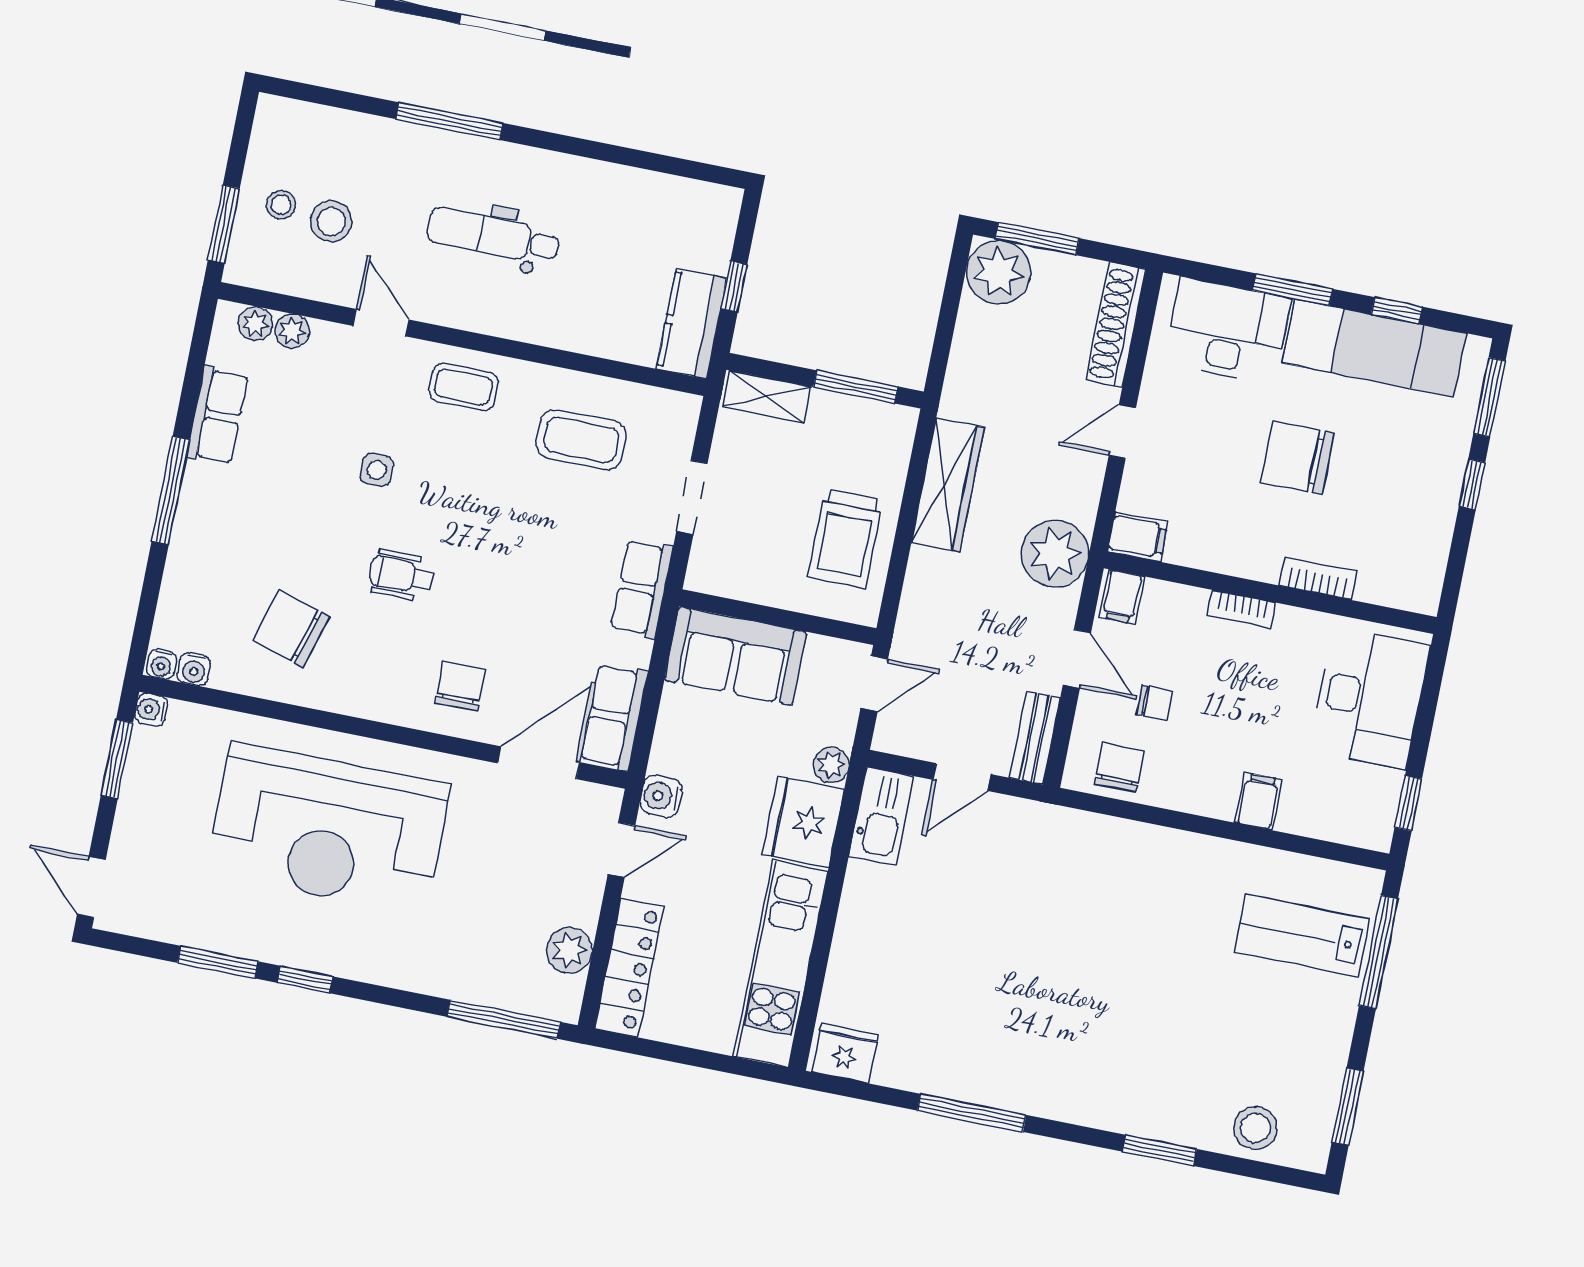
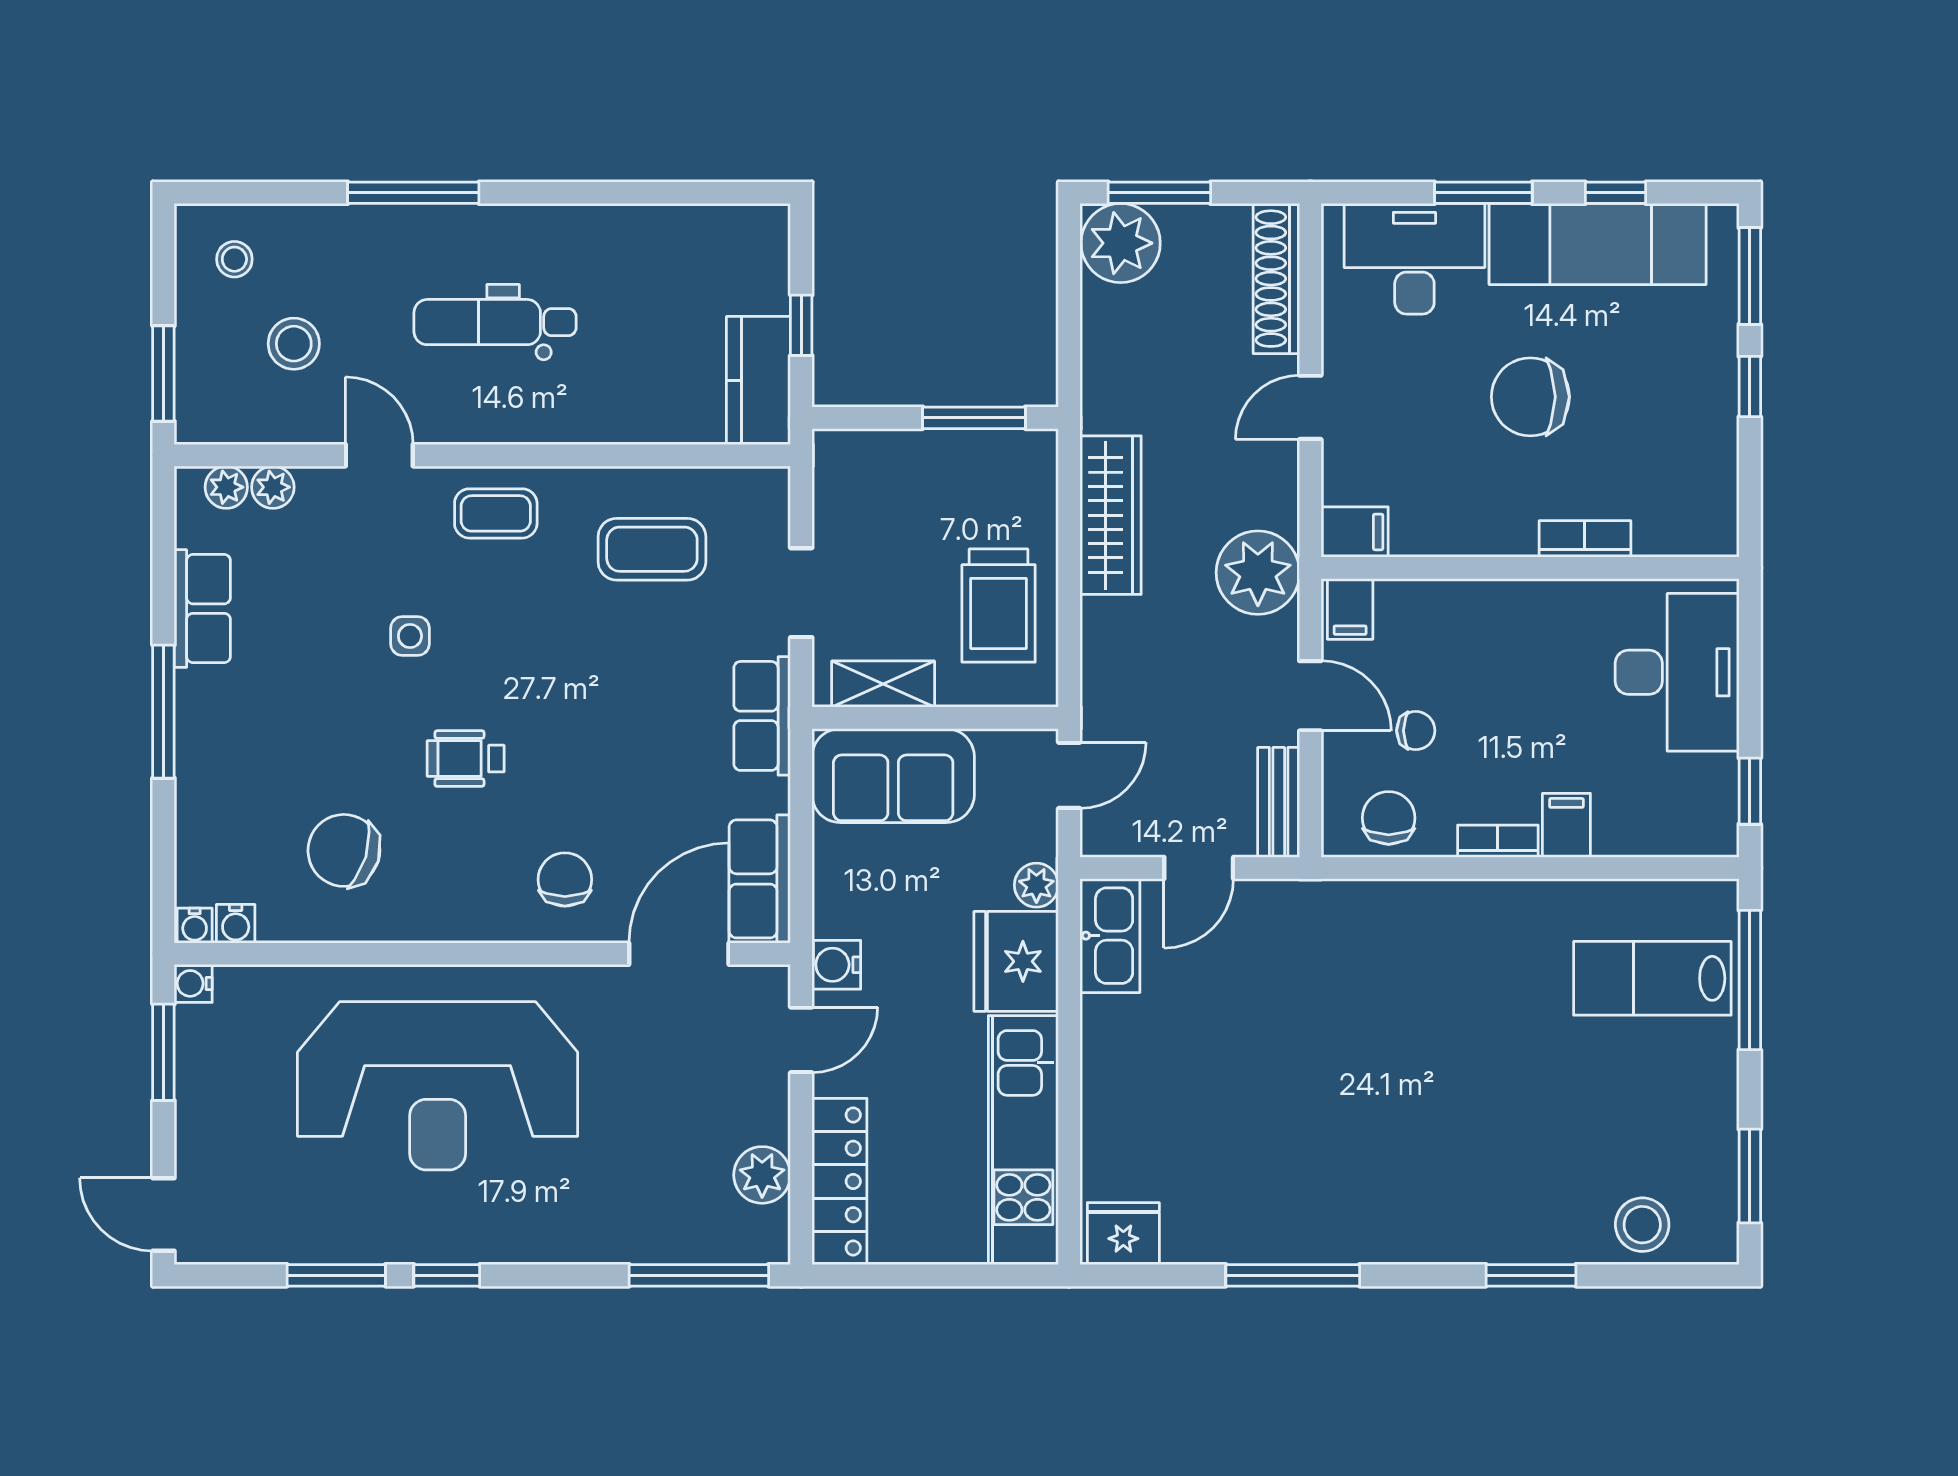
stool: (281, 205) -> (234, 259), moved
shelving: (767, 397) -> (883, 684), moved
bookcase: (1242, 609) -> (1498, 841), moved, turned 180

